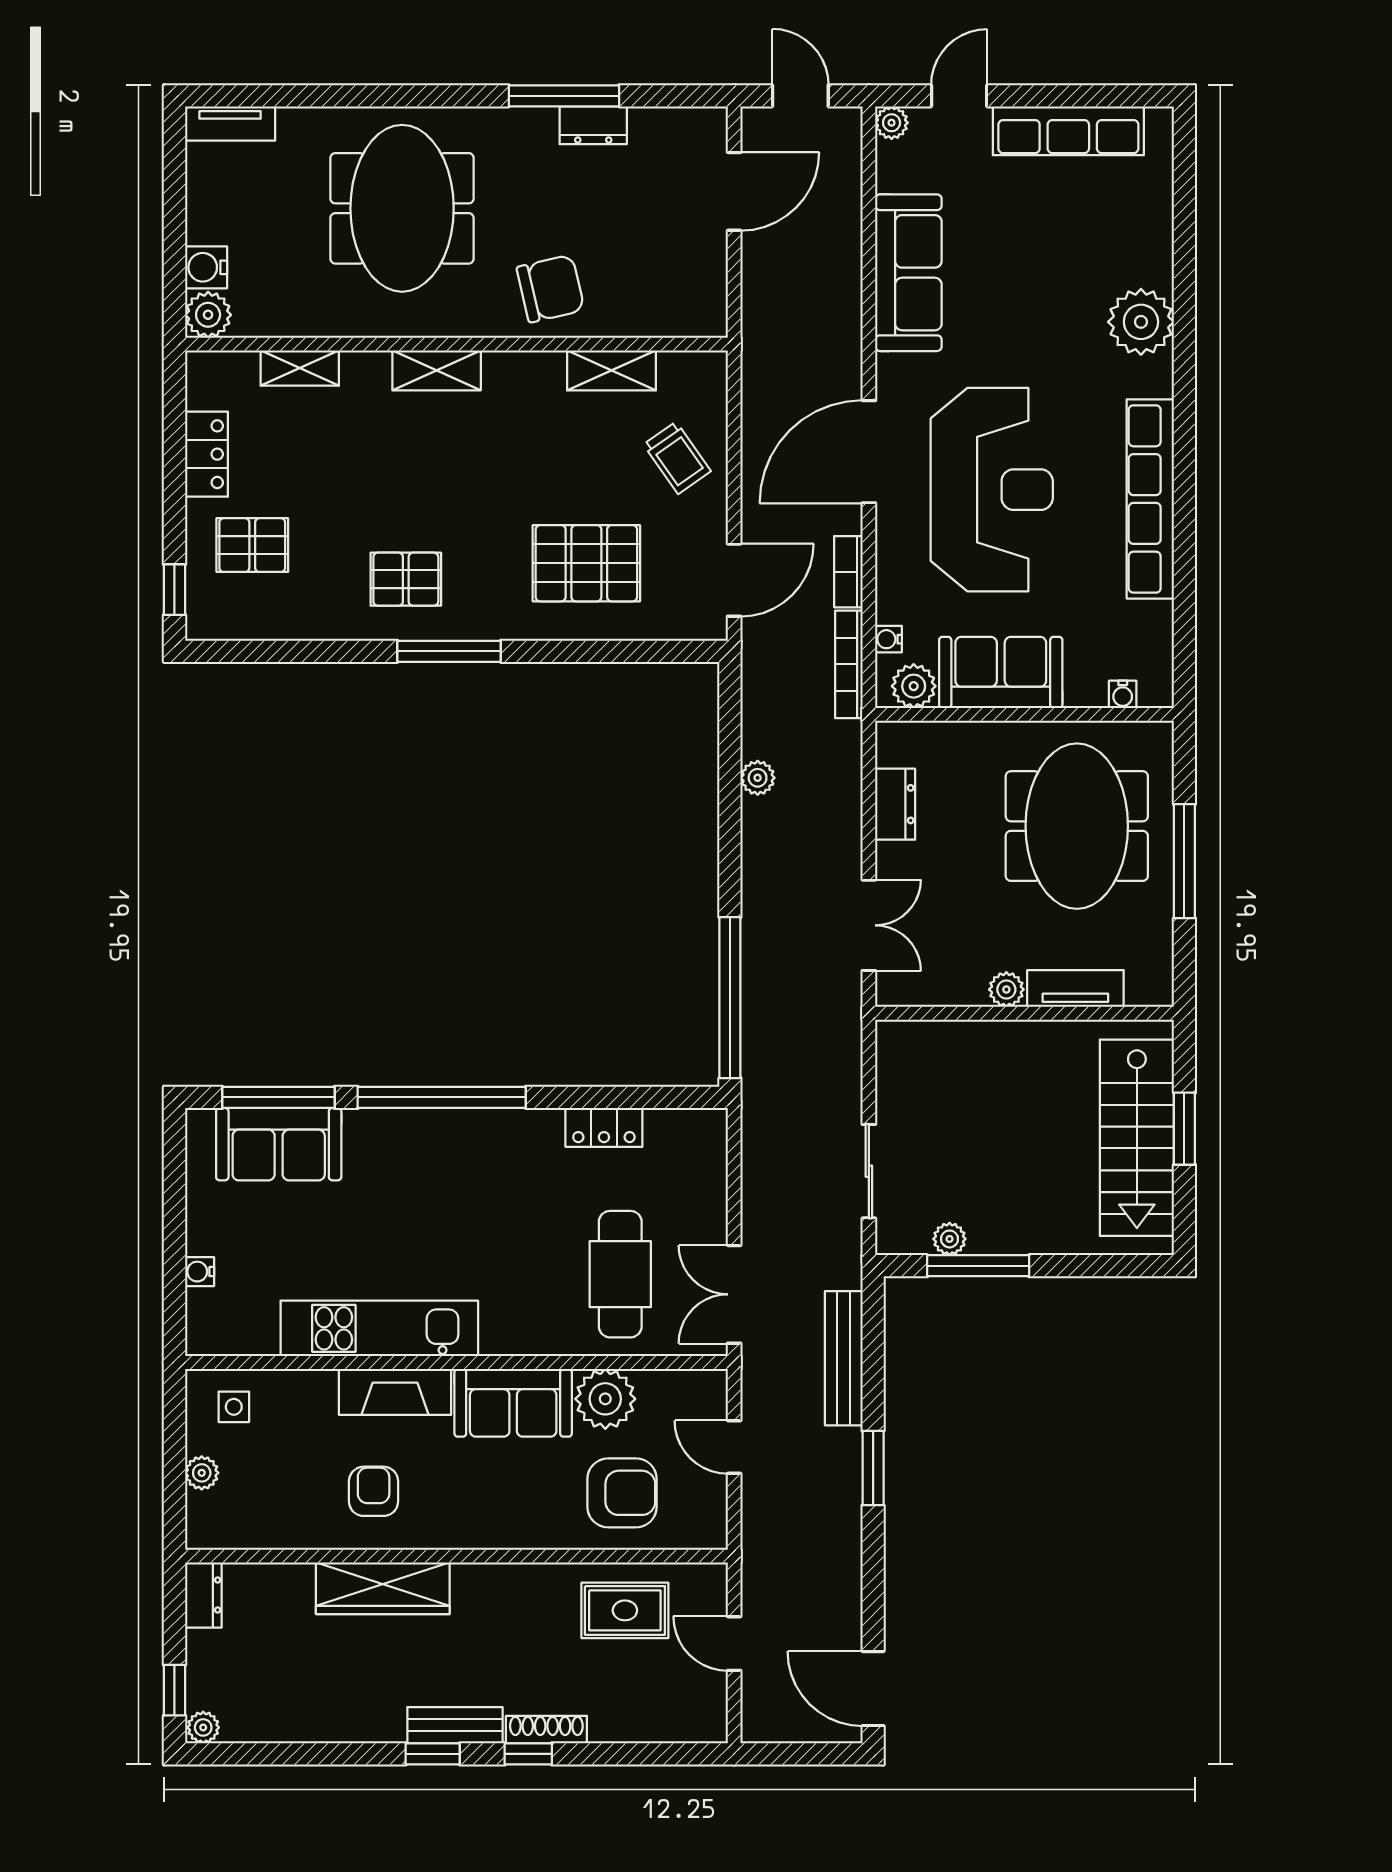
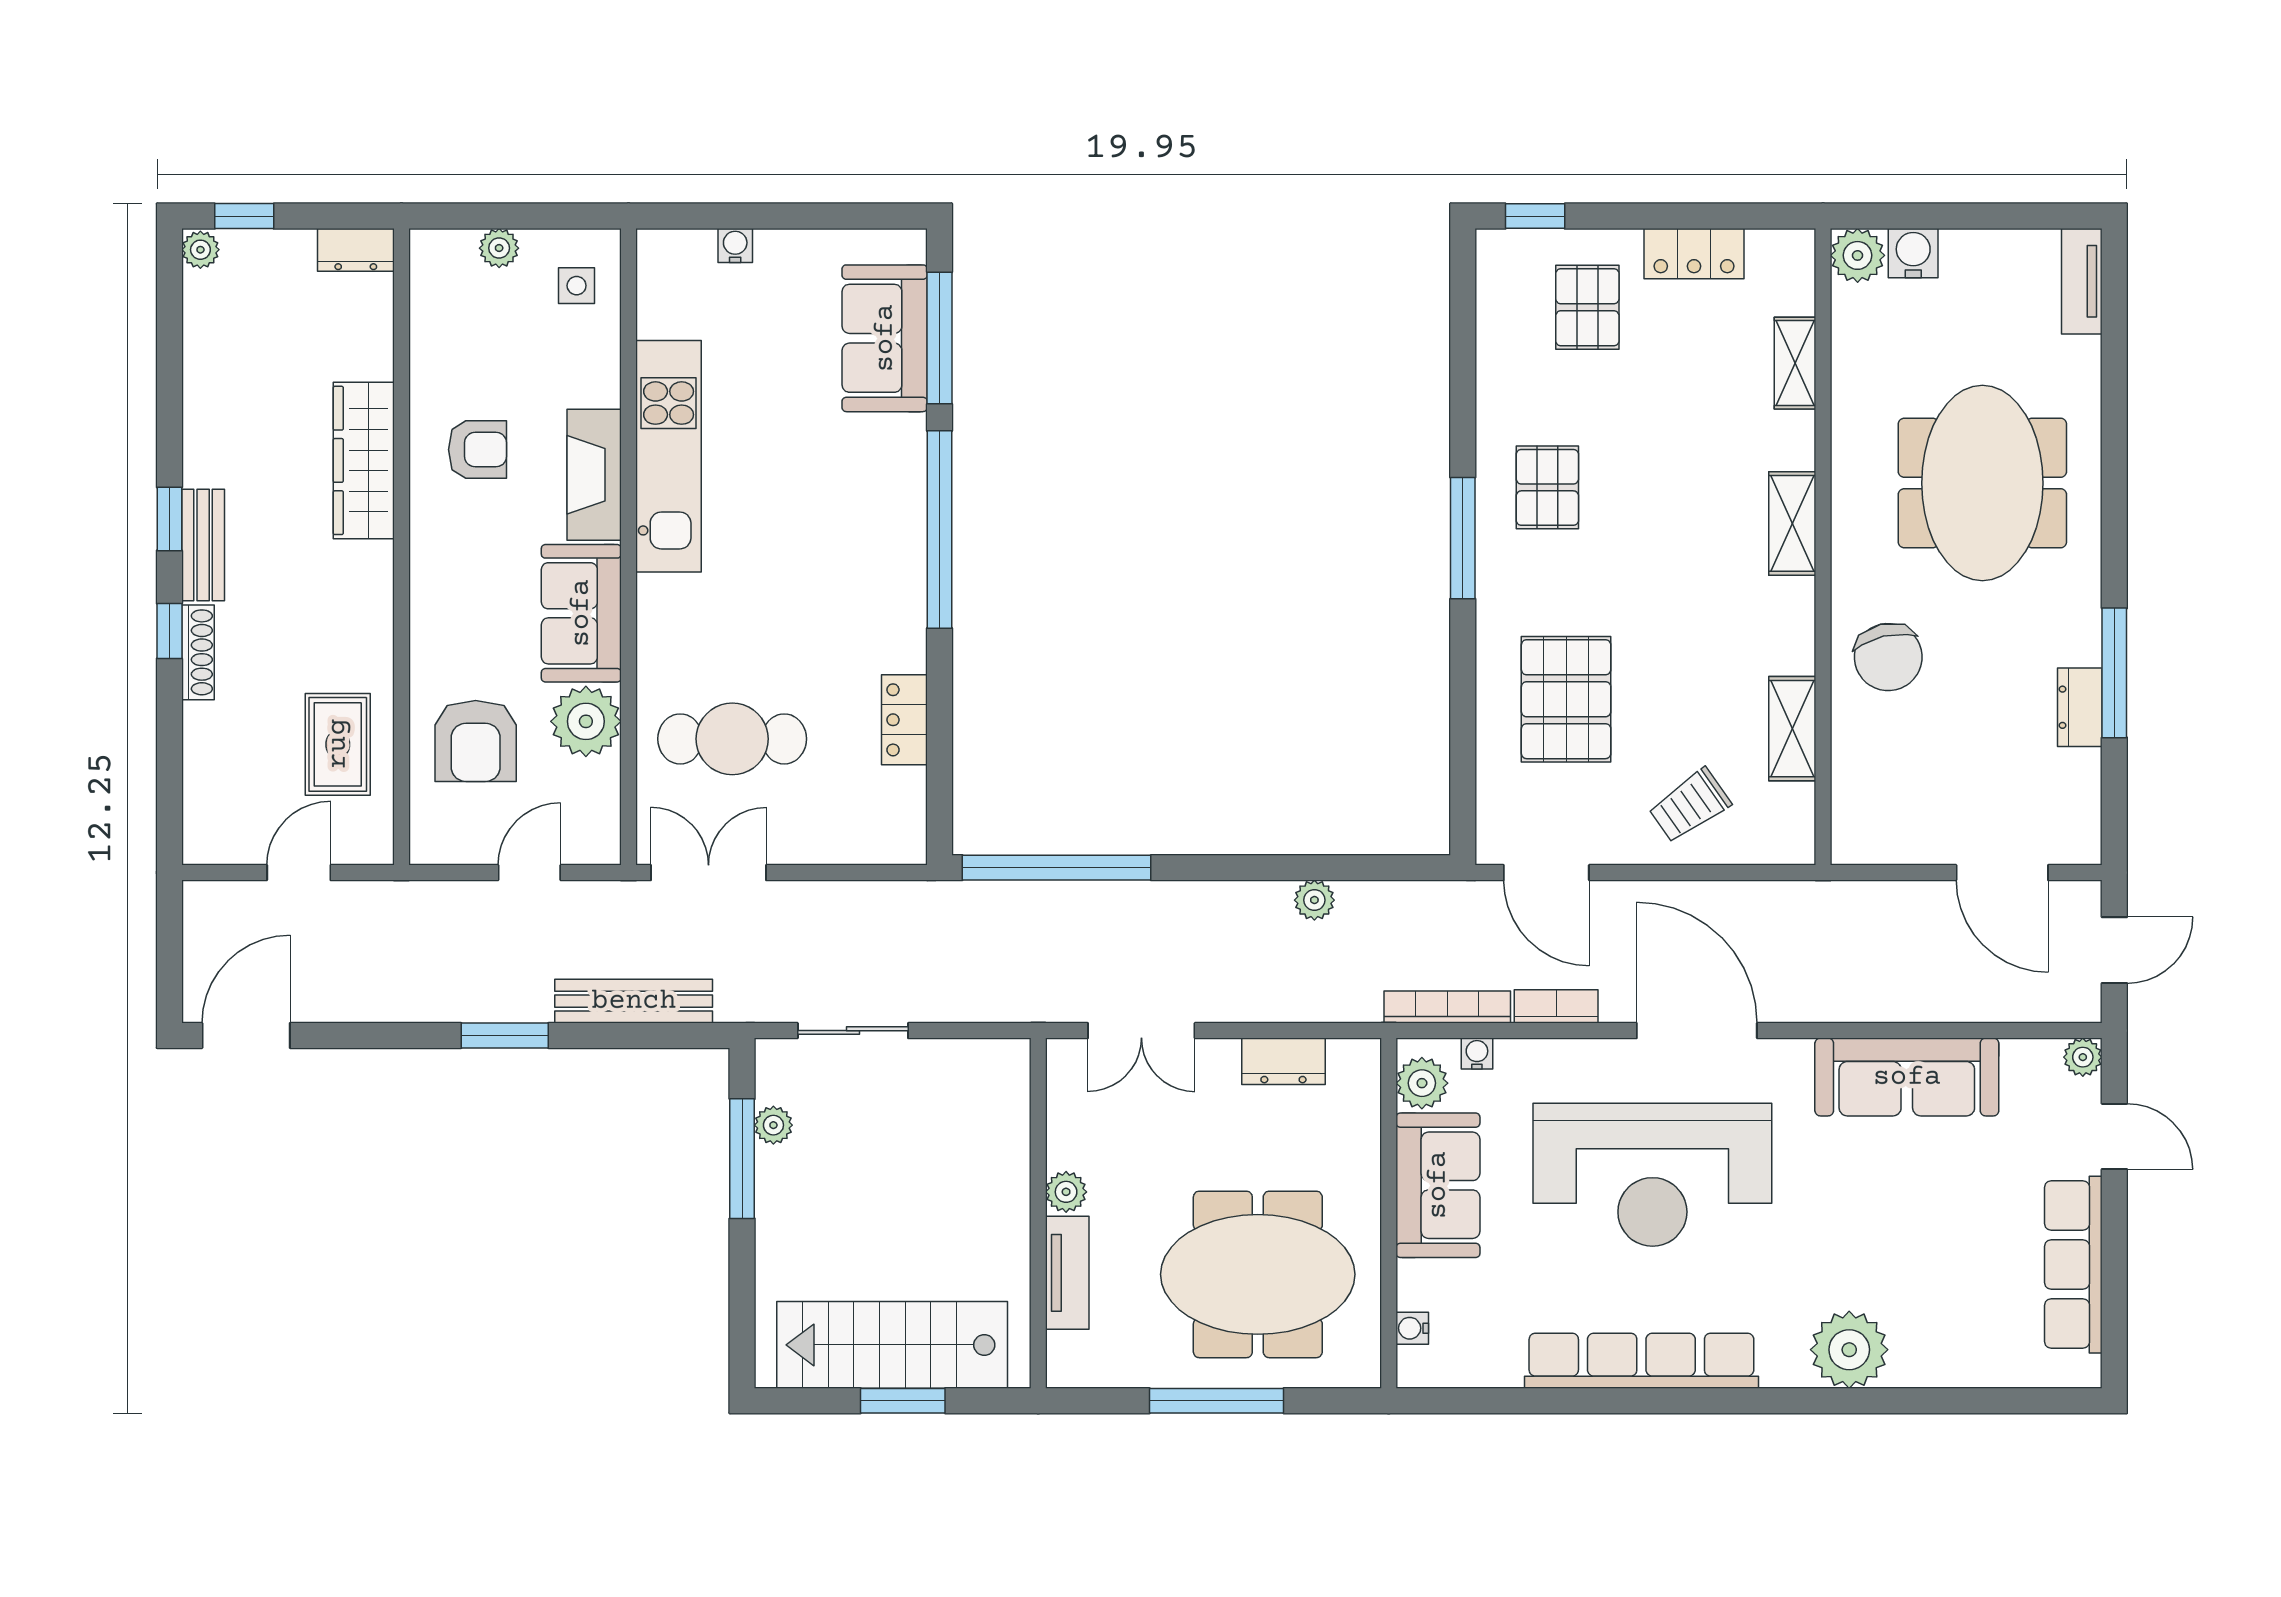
meeting table: (402, 208) -> (1982, 483), turned 90

